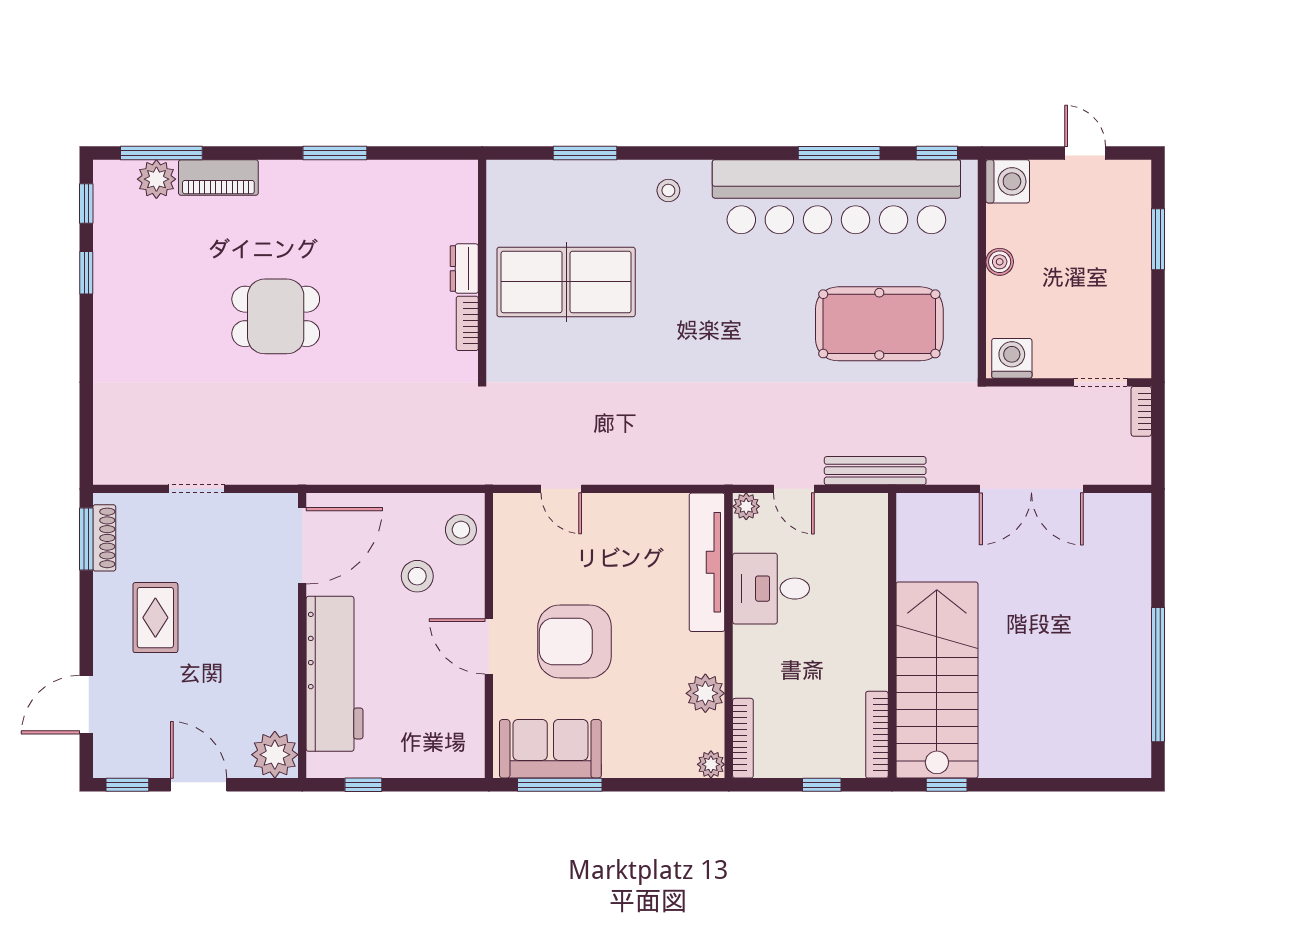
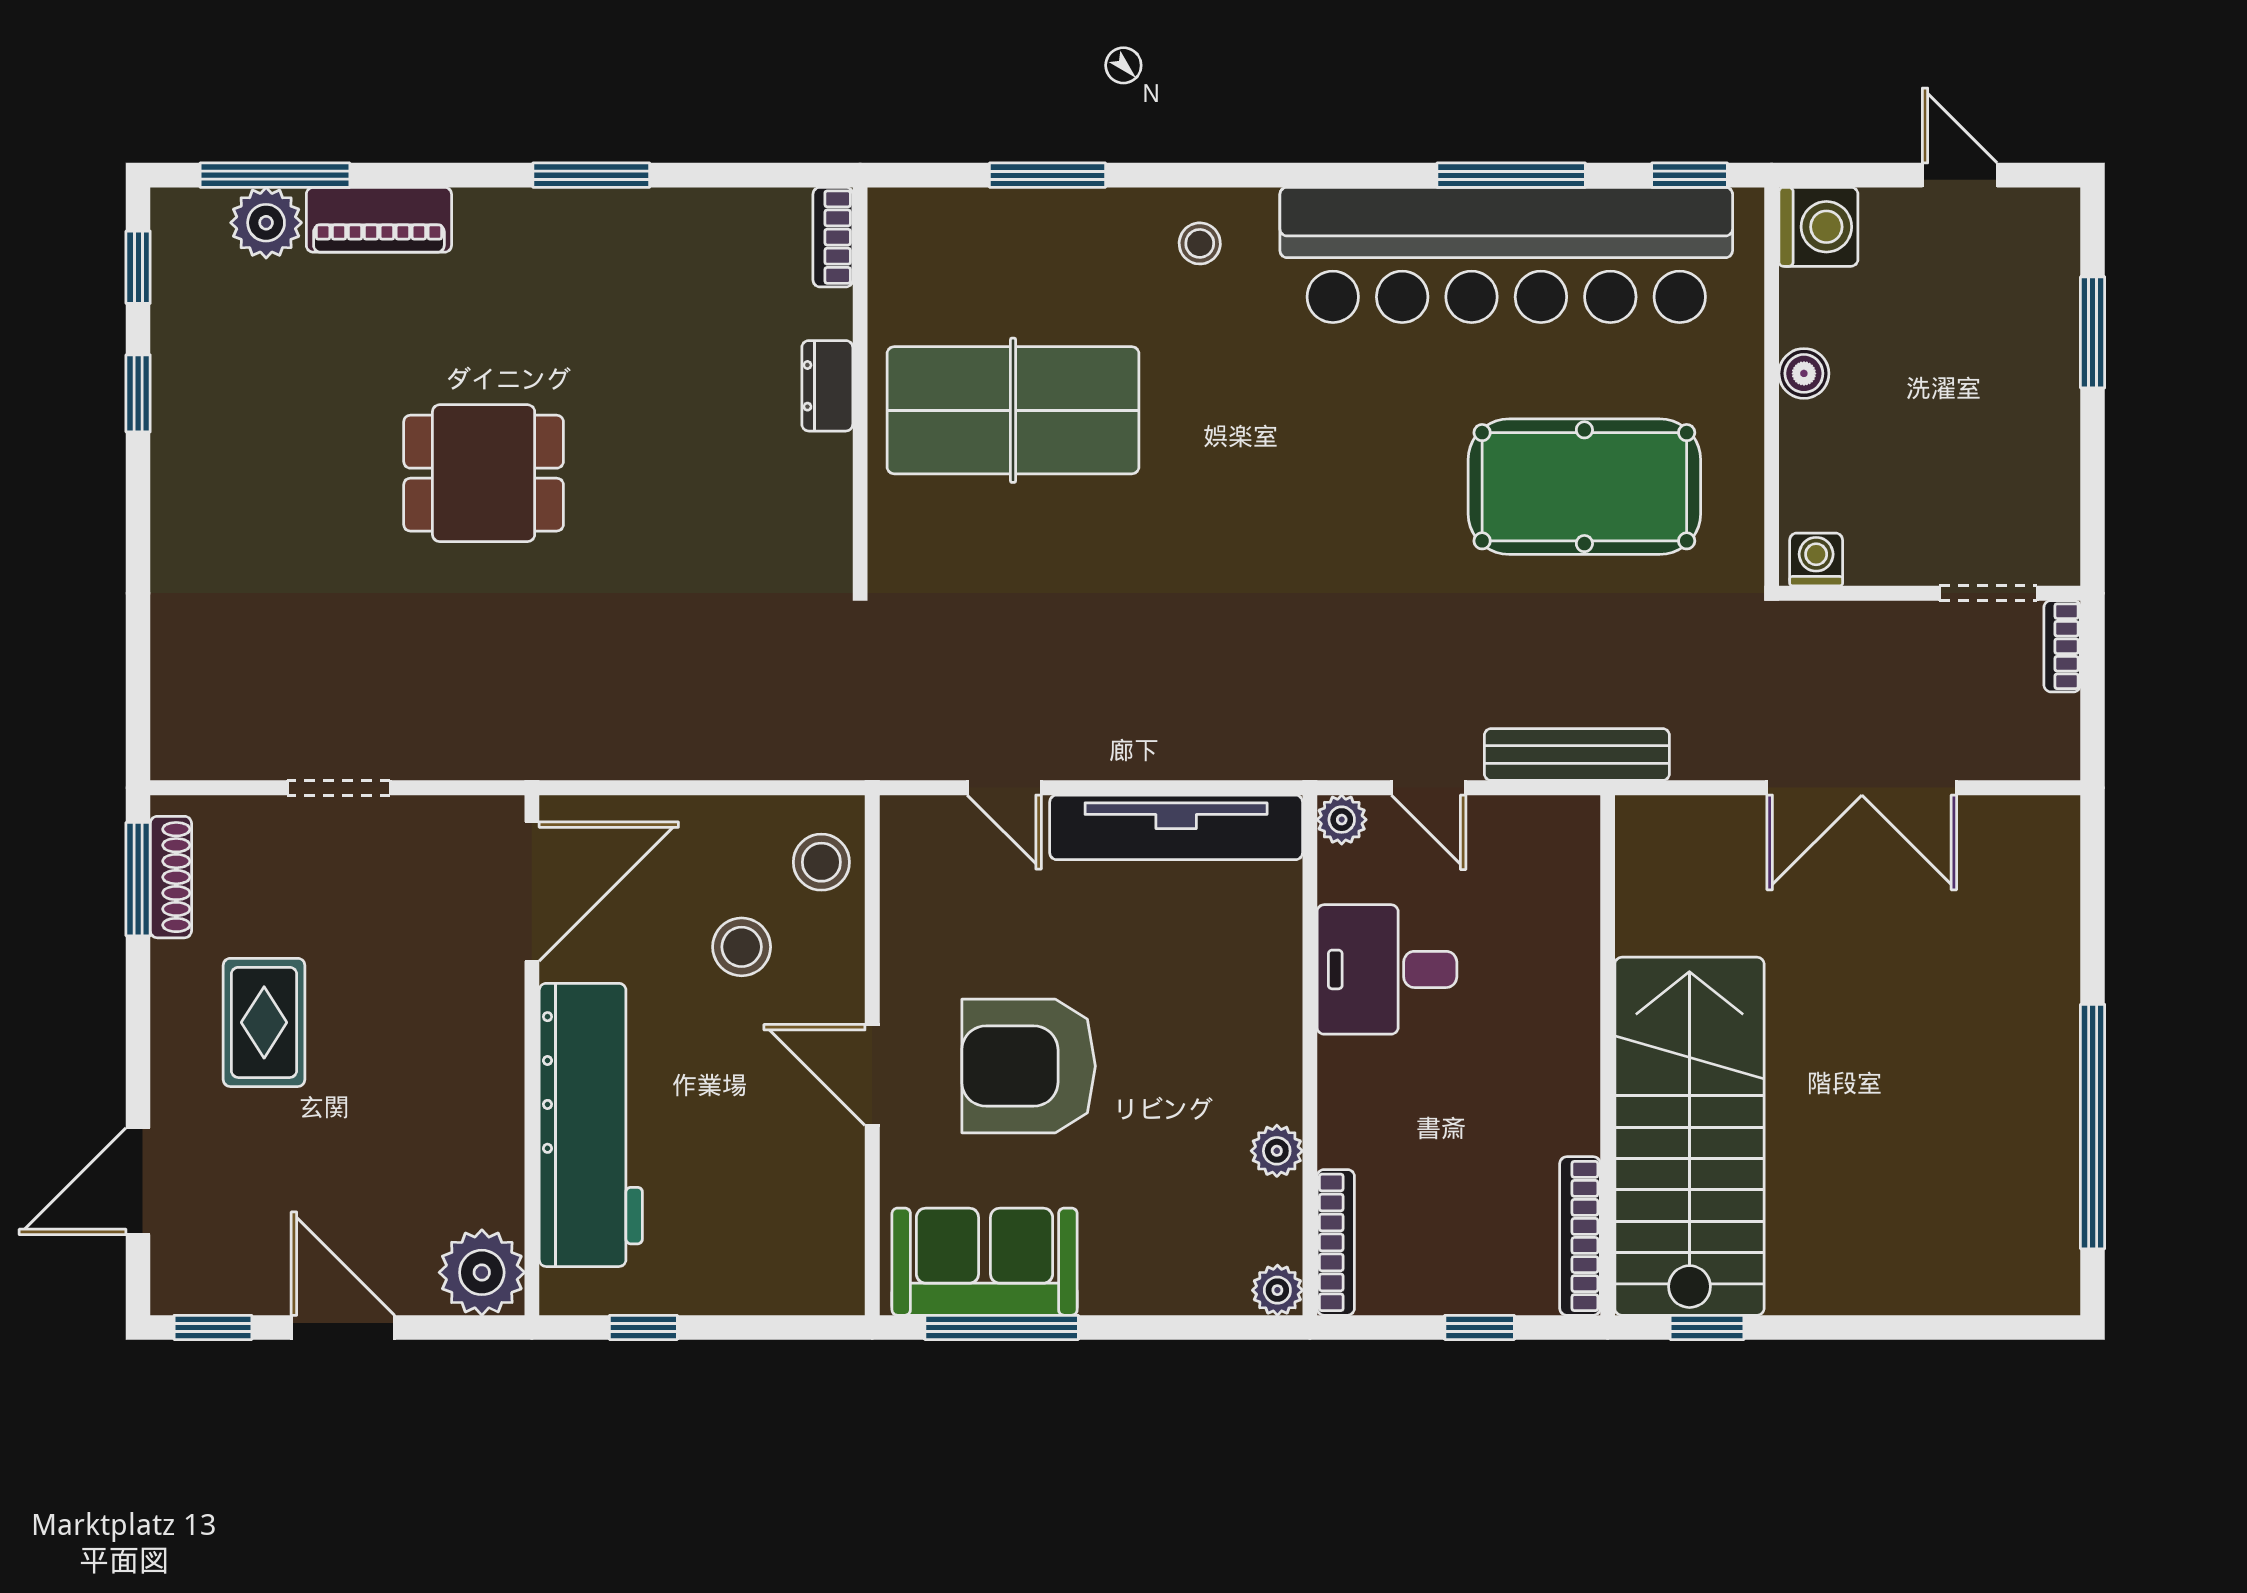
bookcase: (467, 323) -> (833, 237), moved
washing machine: (1012, 358) -> (1816, 560), width x0.73, depth x0.73
tv unit: (707, 562) -> (1176, 827), moved, turned -90
plant: (705, 693) -> (1277, 1151), width x0.73, depth x0.73

